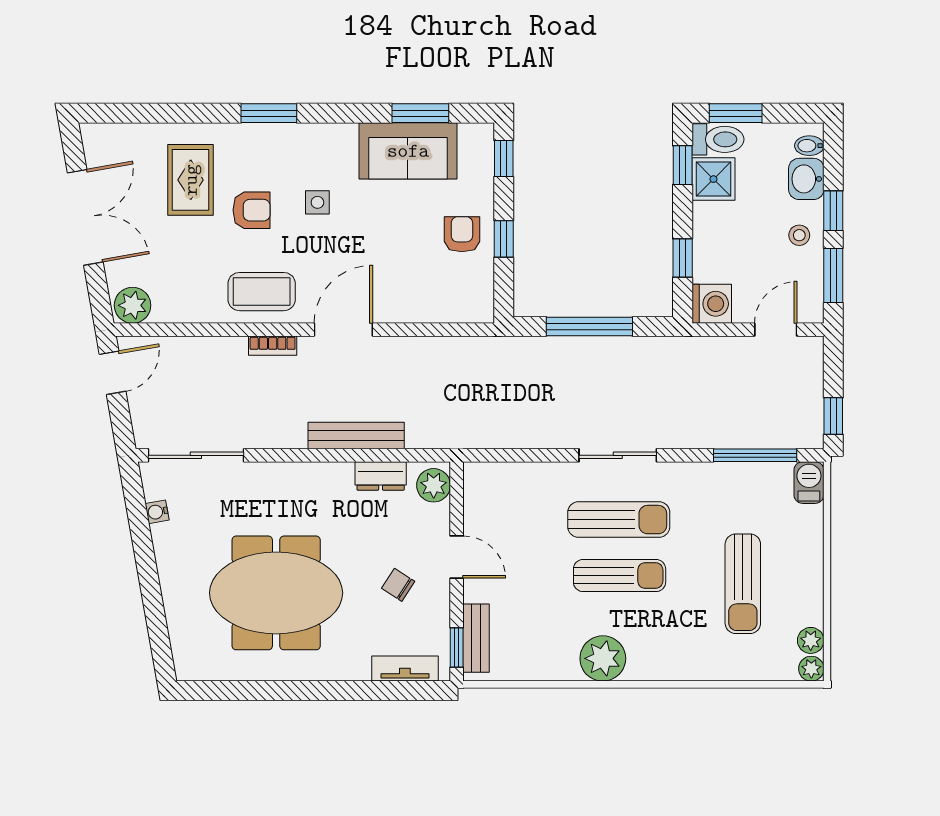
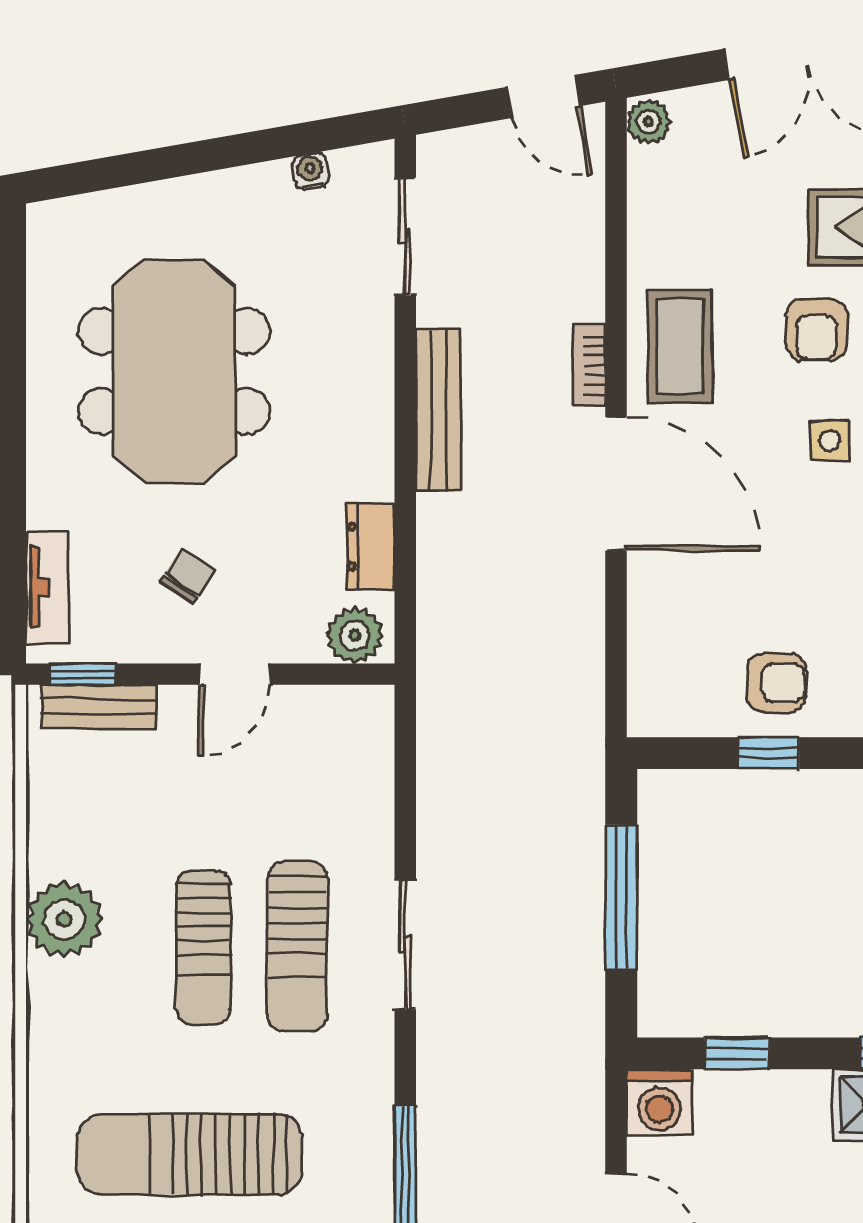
plant: (133, 305) -> (649, 122), width x0.73, depth x0.73
door: (343, 330) -> (616, 484), width x1.36
bench: (356, 436) -> (438, 410), moved
sliding door: (196, 455) -> (405, 236), width x0.73
sun lounger: (743, 584) -> (190, 1154), width x1.36, depth x1.34

